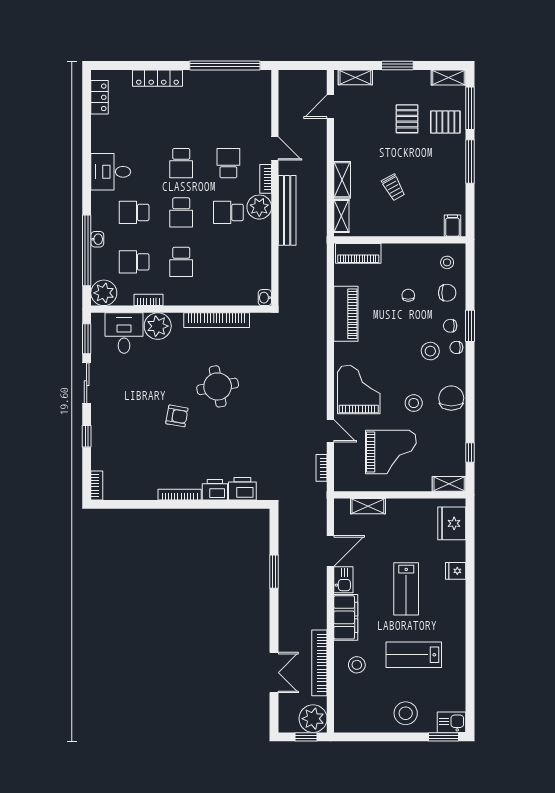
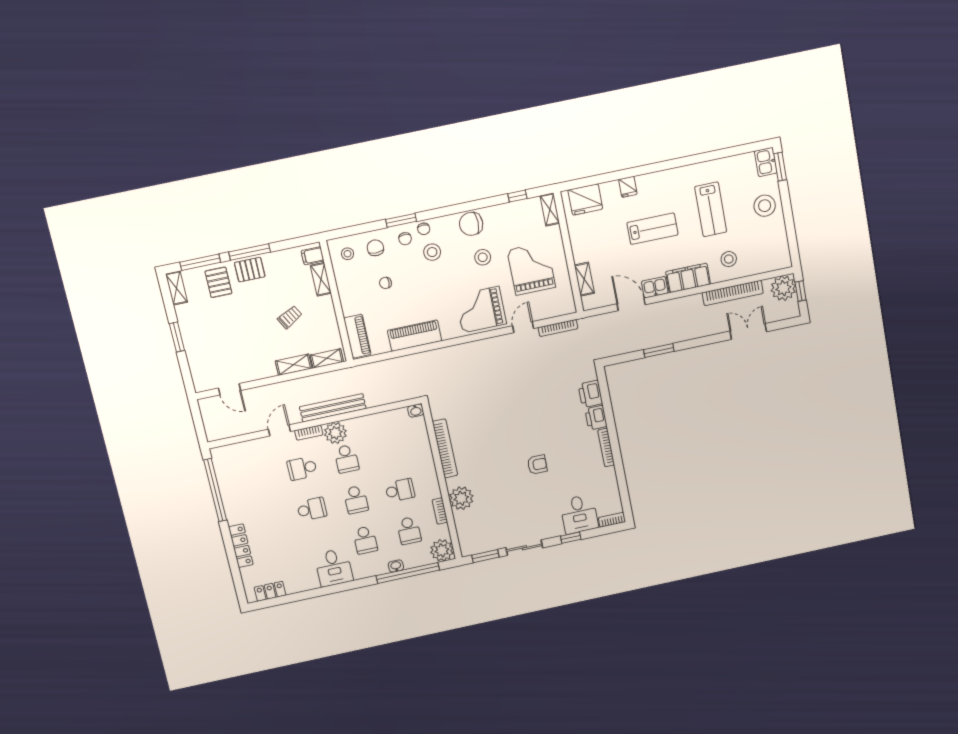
shelving: (355, 77) -> (321, 279), moved
pallet: (407, 119) -> (250, 270), moved
school desk: (181, 212) -> (356, 500), turned 90
desk: (124, 333) -> (579, 514), moved, turned -90
round table: (218, 386) -> (504, 435), removed
armchair: (177, 416) -> (537, 465), turned 80
bookcase: (322, 468) -> (558, 328), width x1.56

